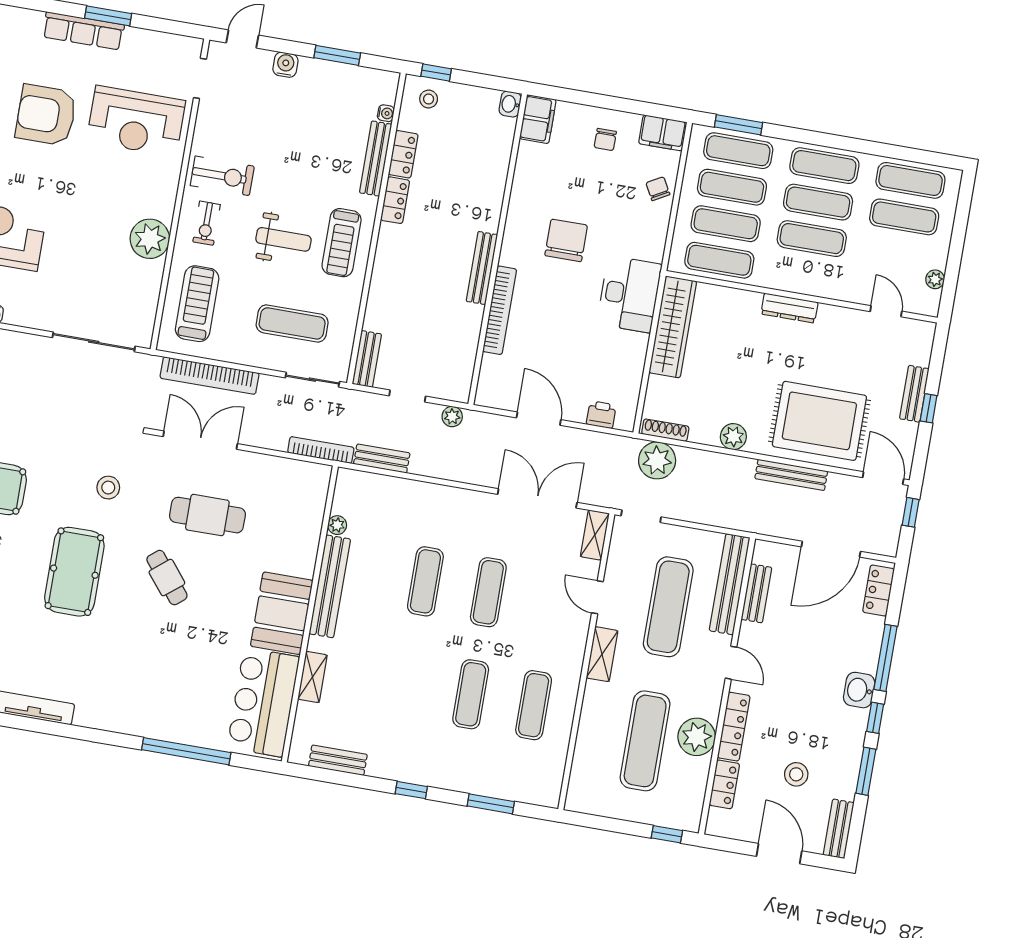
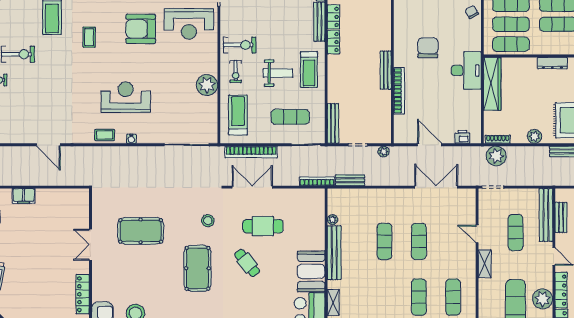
bench: (367, 359) -> (333, 123), width x1.36
shelving: (595, 535) -> (470, 201), removed
exercise mat: (668, 607) -> (515, 233), width x0.73, depth x0.69

